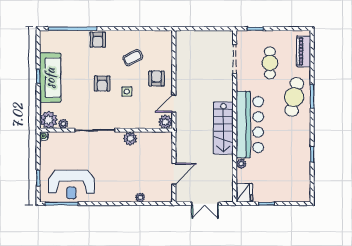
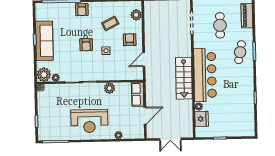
cafe table: (294, 97) -> (240, 52), width x0.73, depth x0.74
plant: (165, 122) -> (136, 15), moved
row of seats: (165, 147) -> (138, 94), added
reception desk: (71, 185) -> (89, 121), moved
fridge: (244, 193) -> (202, 119), moved

